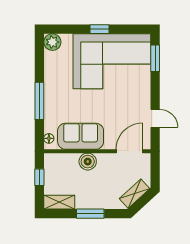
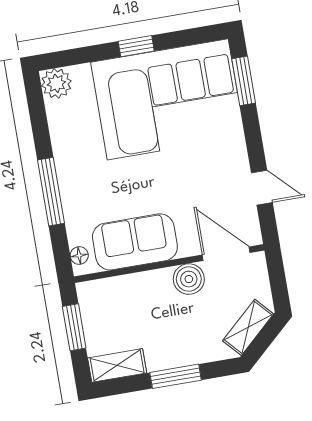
door: (129, 151) -> (226, 254), hinge flipped
boiler: (88, 162) -> (189, 279), moved
window: (39, 177) -> (74, 327), width x1.50

